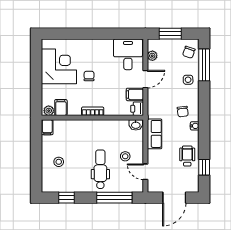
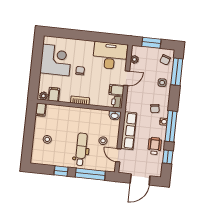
desk: (128, 54) -> (110, 56), width x1.37
window: (204, 130) -> (171, 126), added
row of seats: (155, 134) -> (129, 131), width x1.48
window: (66, 198) -> (61, 171), moved

